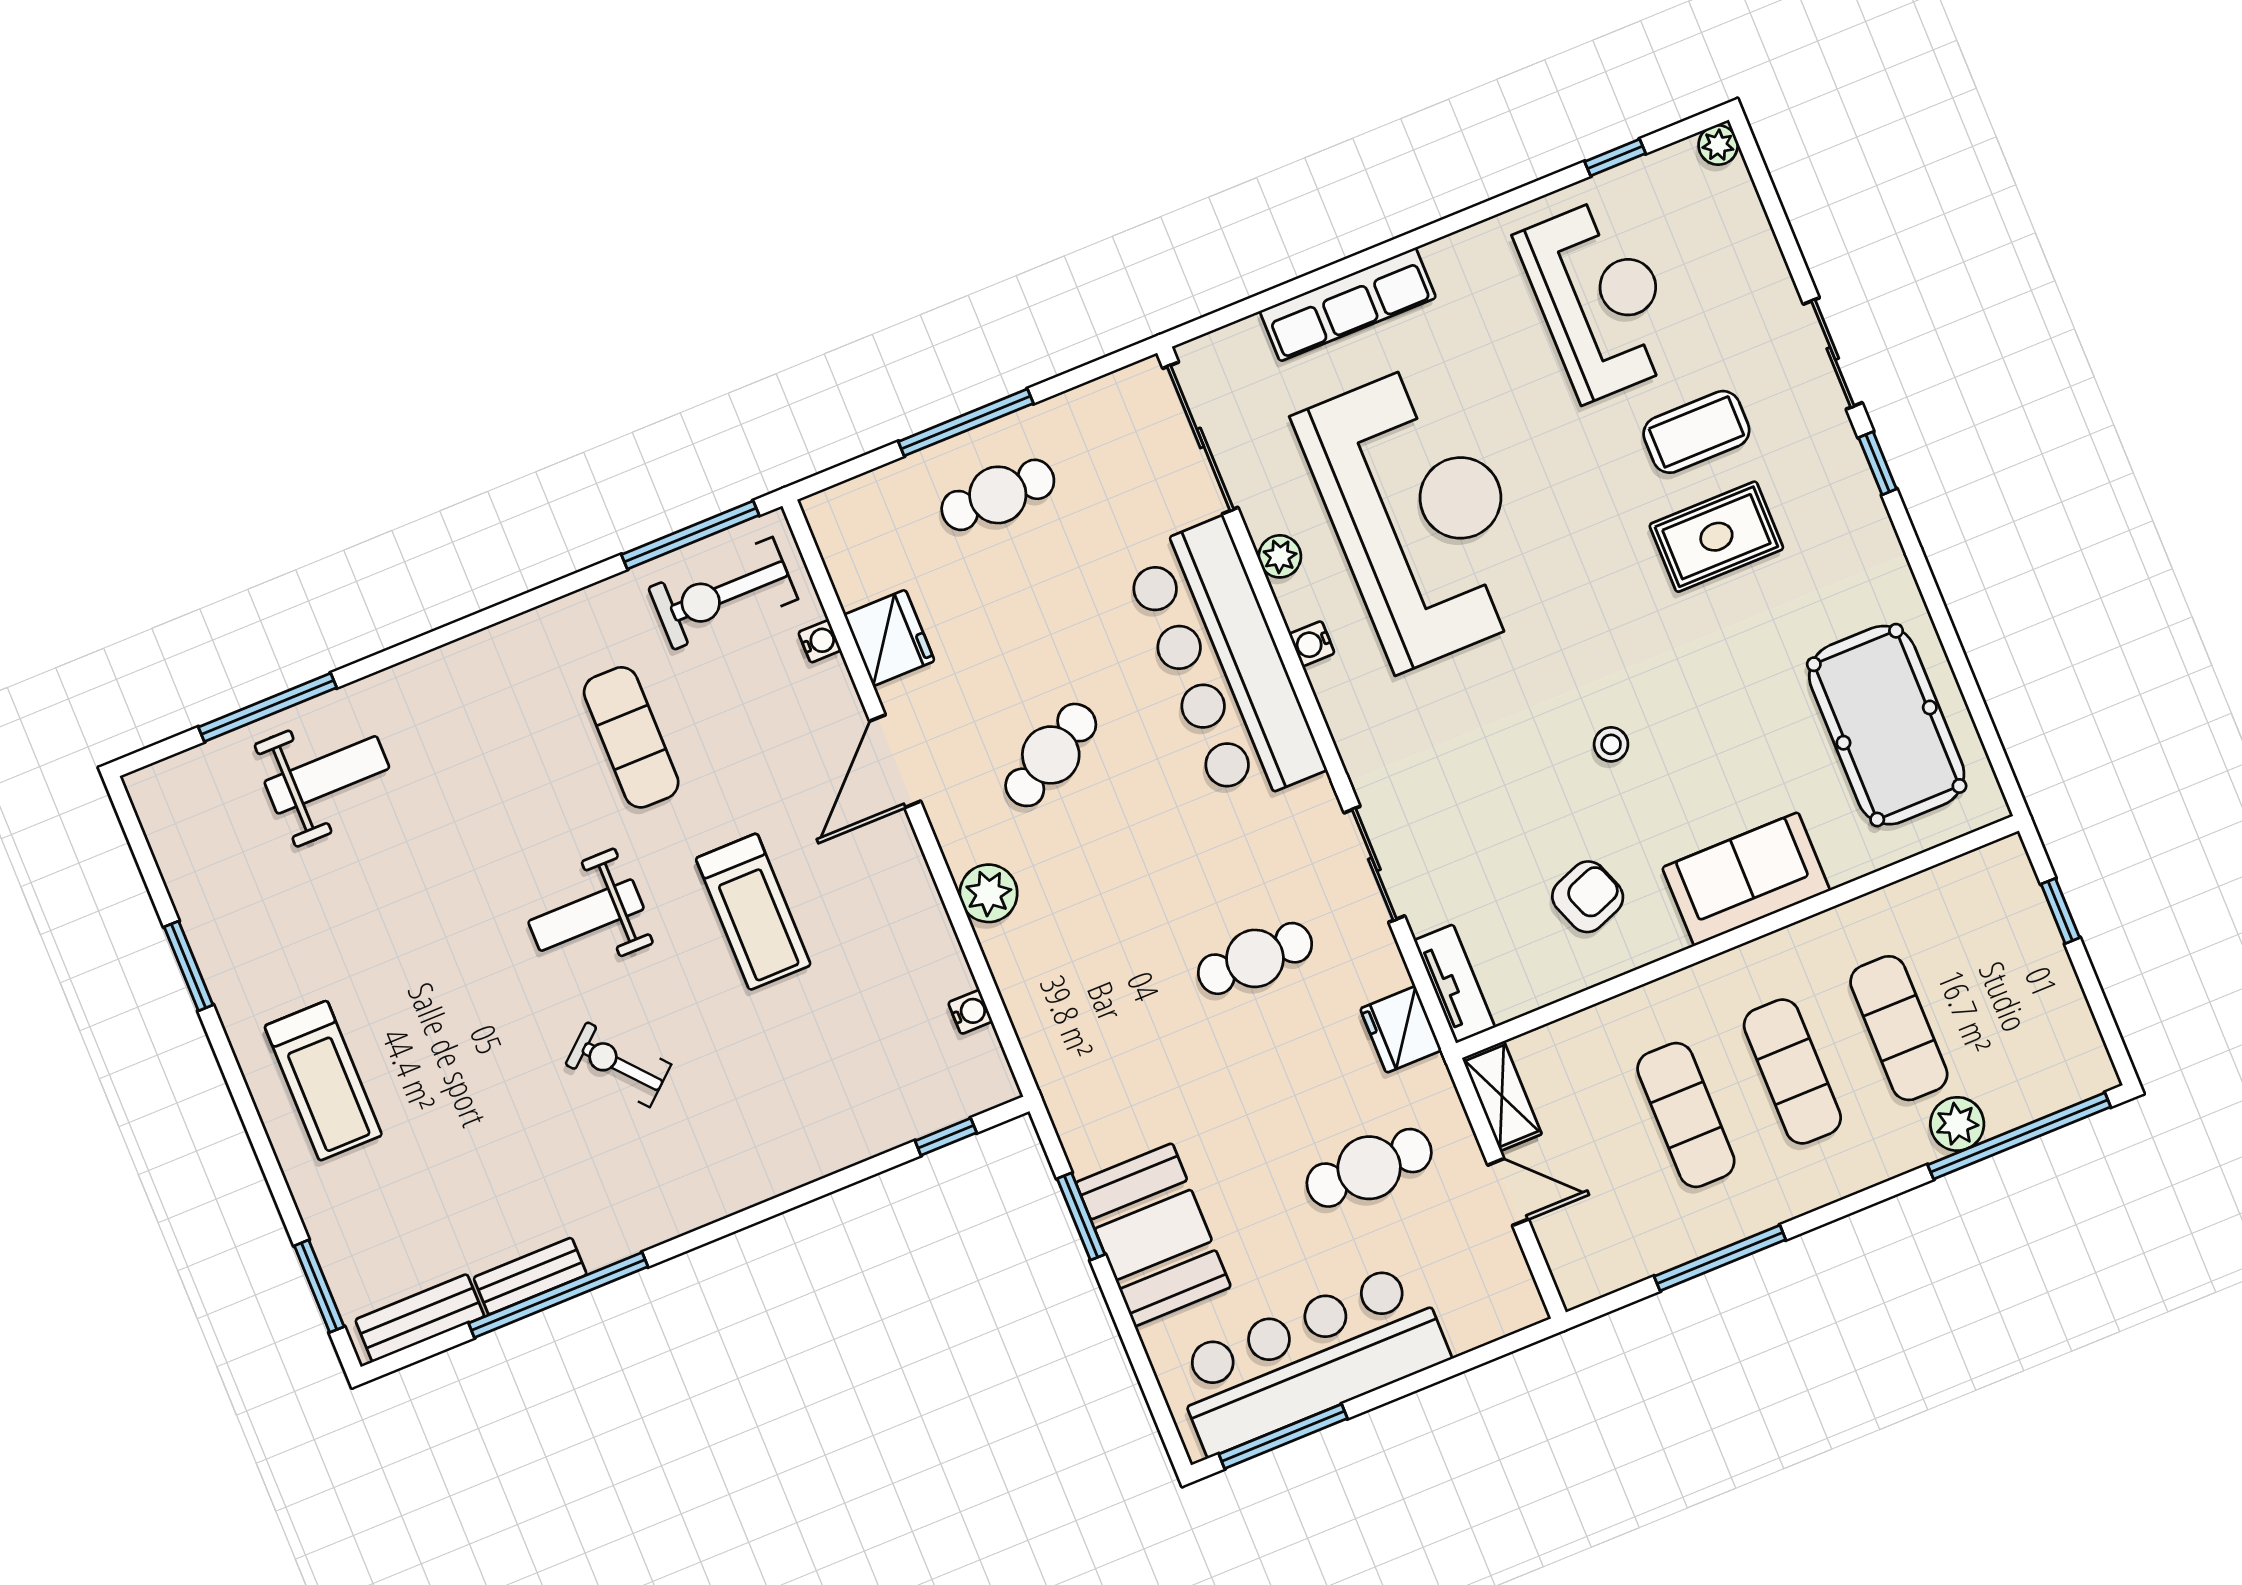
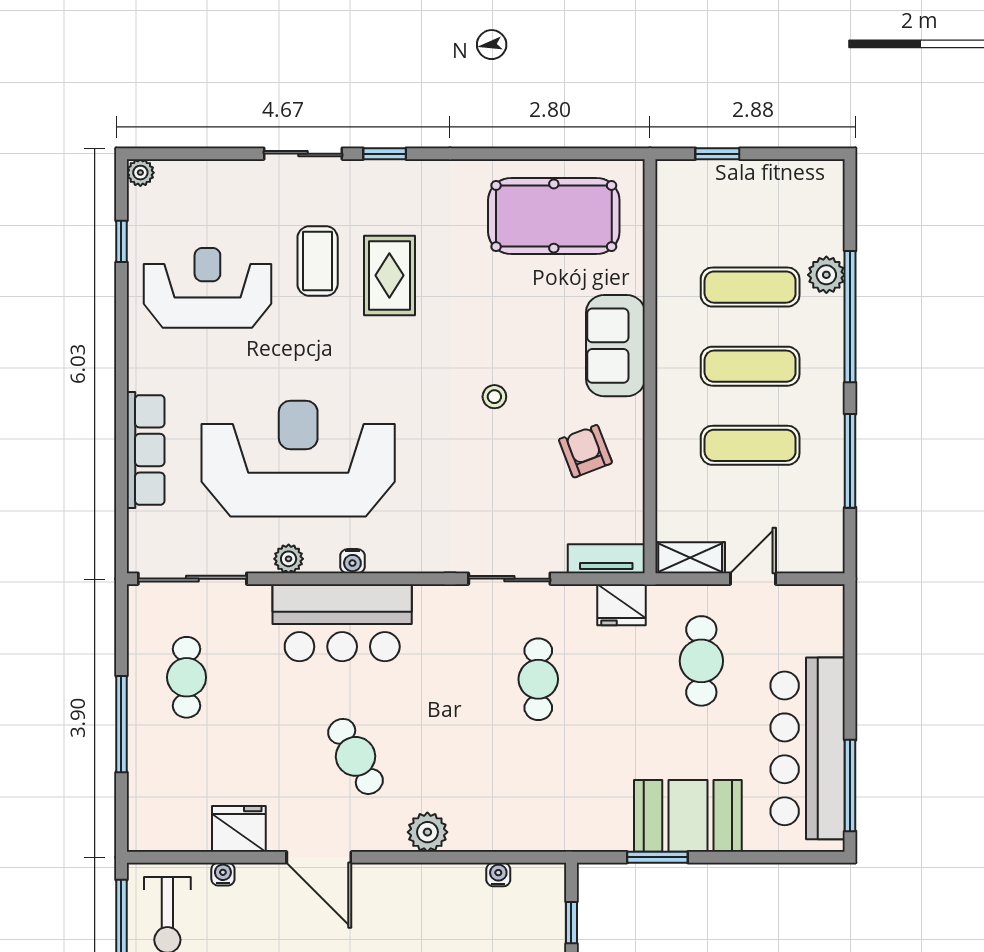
cafe table: (998, 495) -> (187, 677), moved
bar counter: (1223, 664) -> (342, 623), width x0.73
window: (2019, 1136) -> (850, 317), moved

